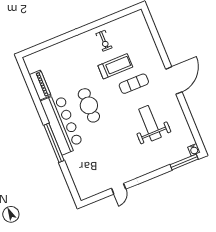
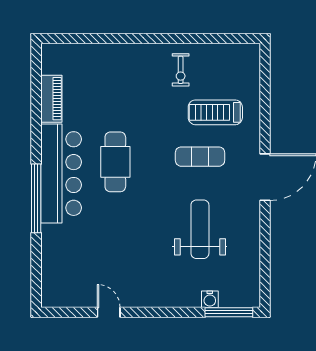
treadmill: (115, 66) -> (215, 112), moved, turned 180
water cooler: (194, 150) -> (210, 299), moved
door: (119, 189) -> (109, 312), swing flipped

